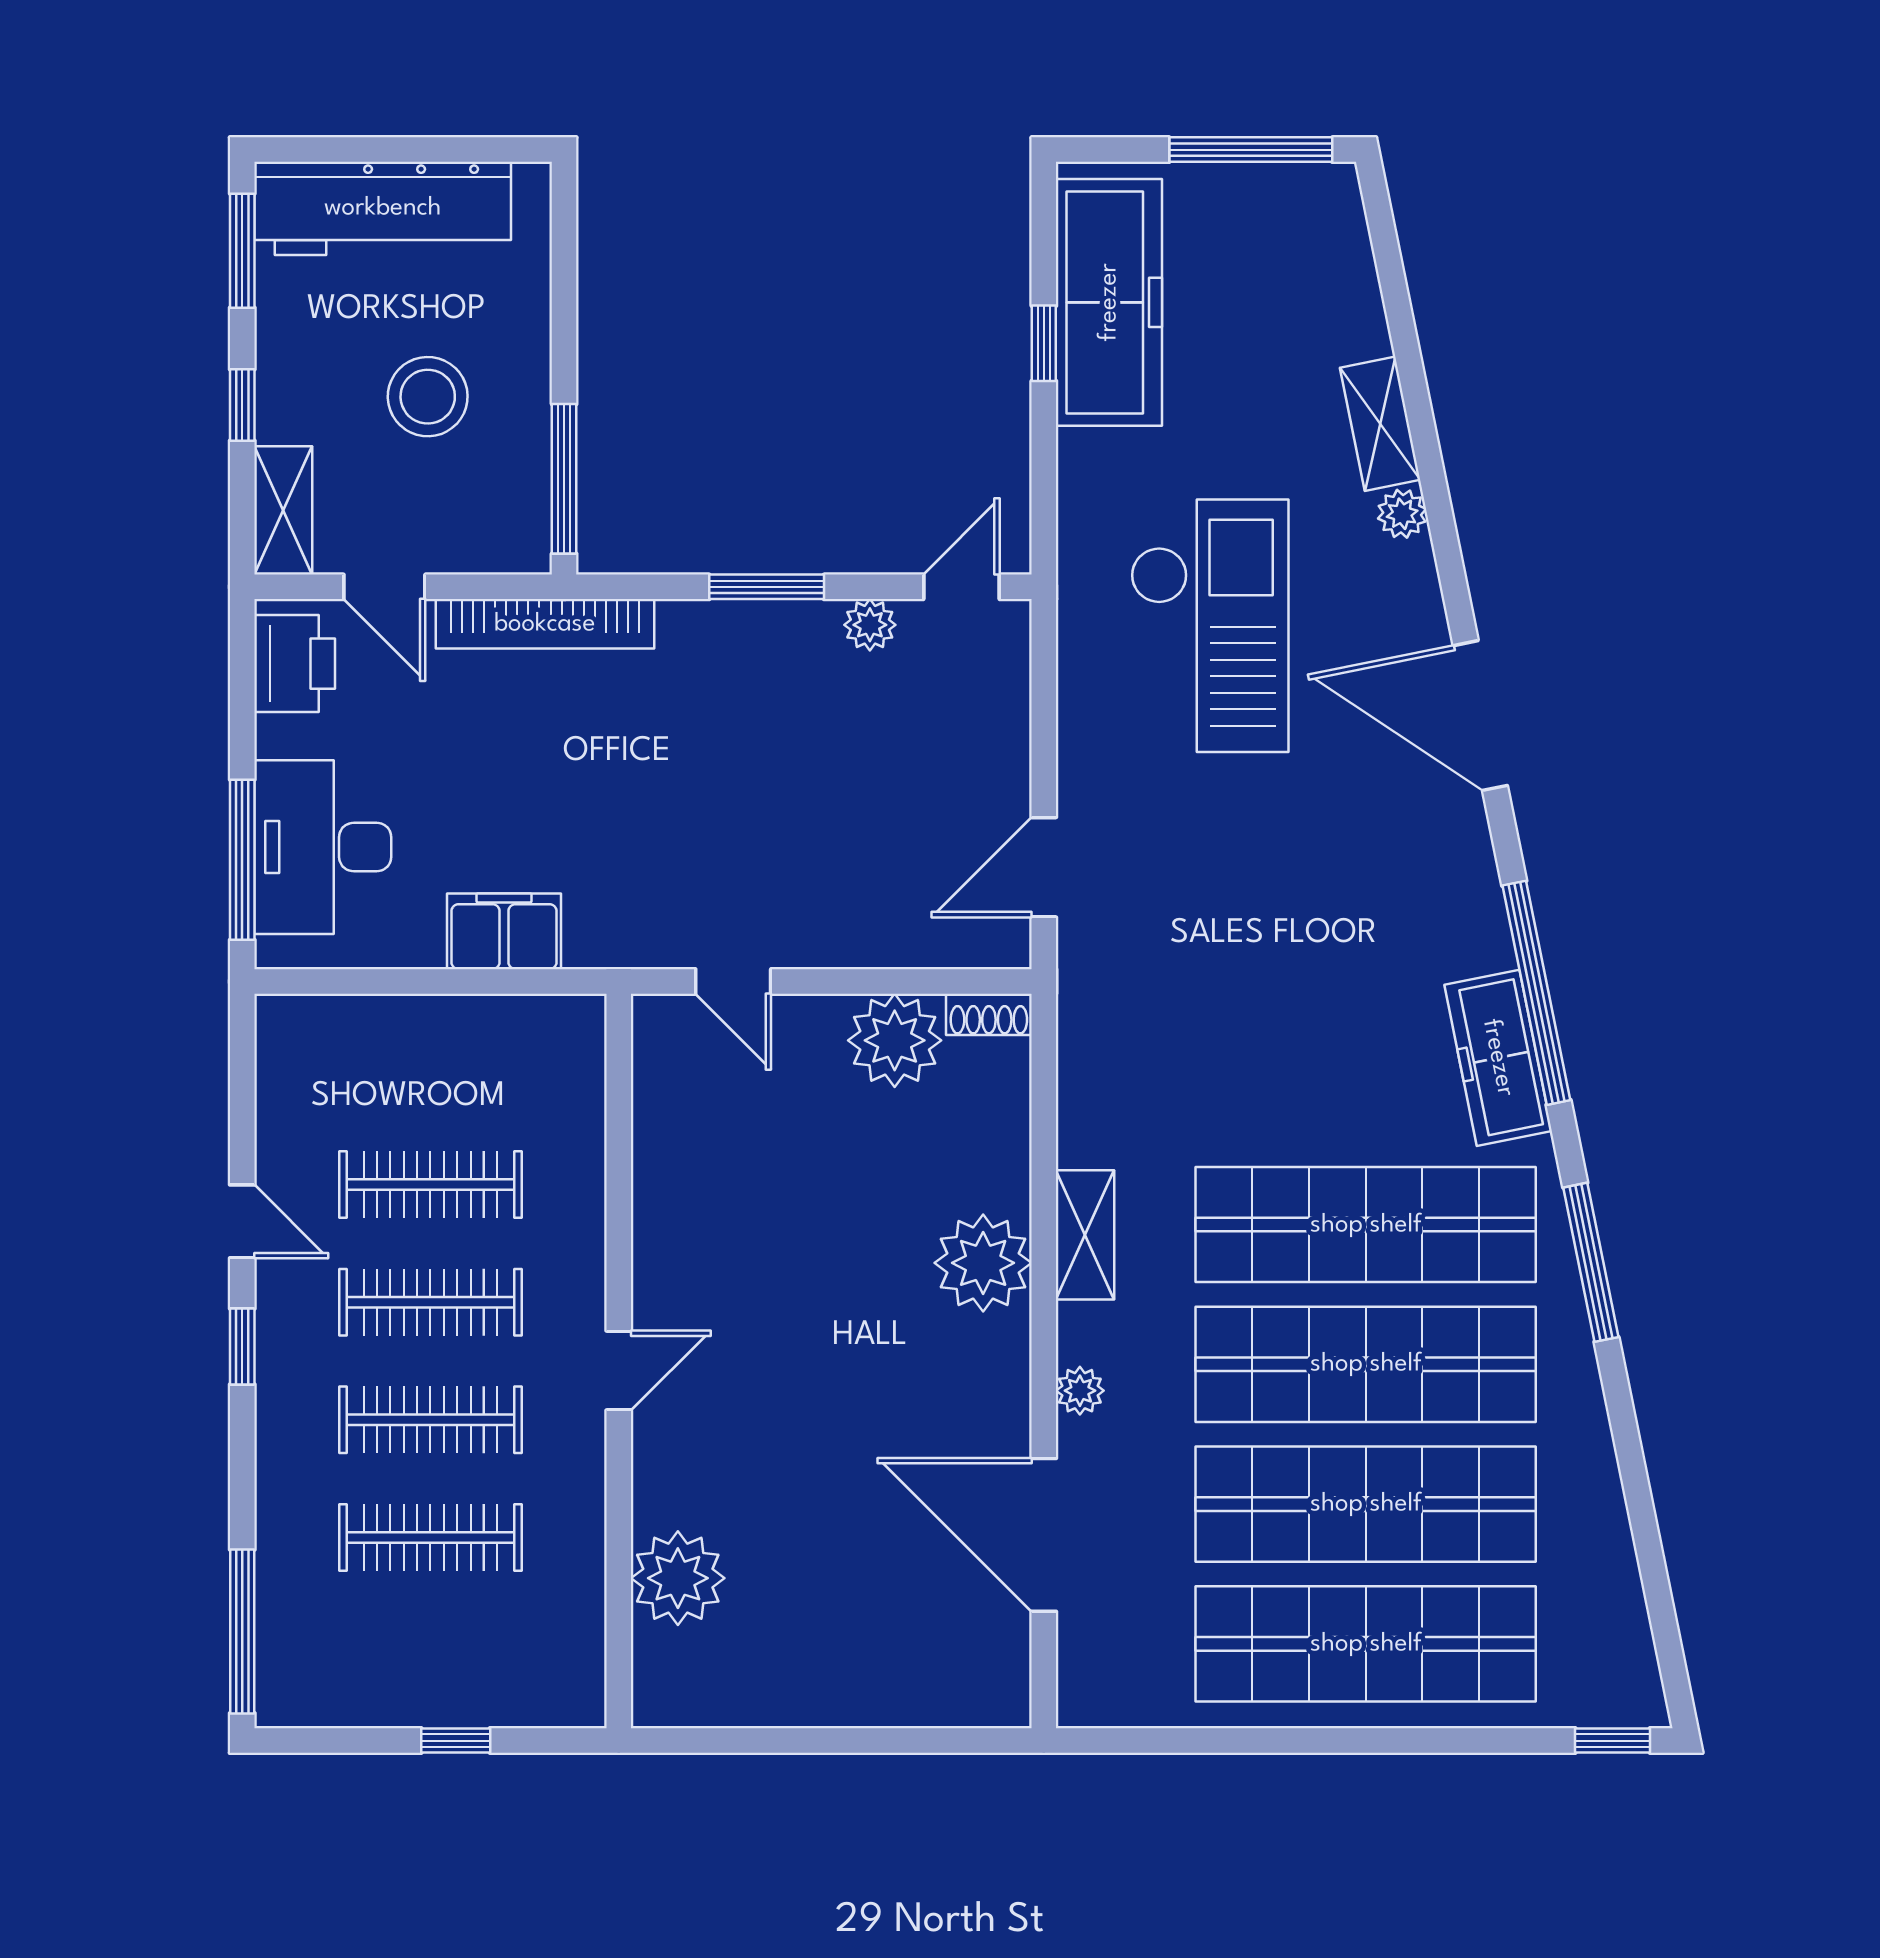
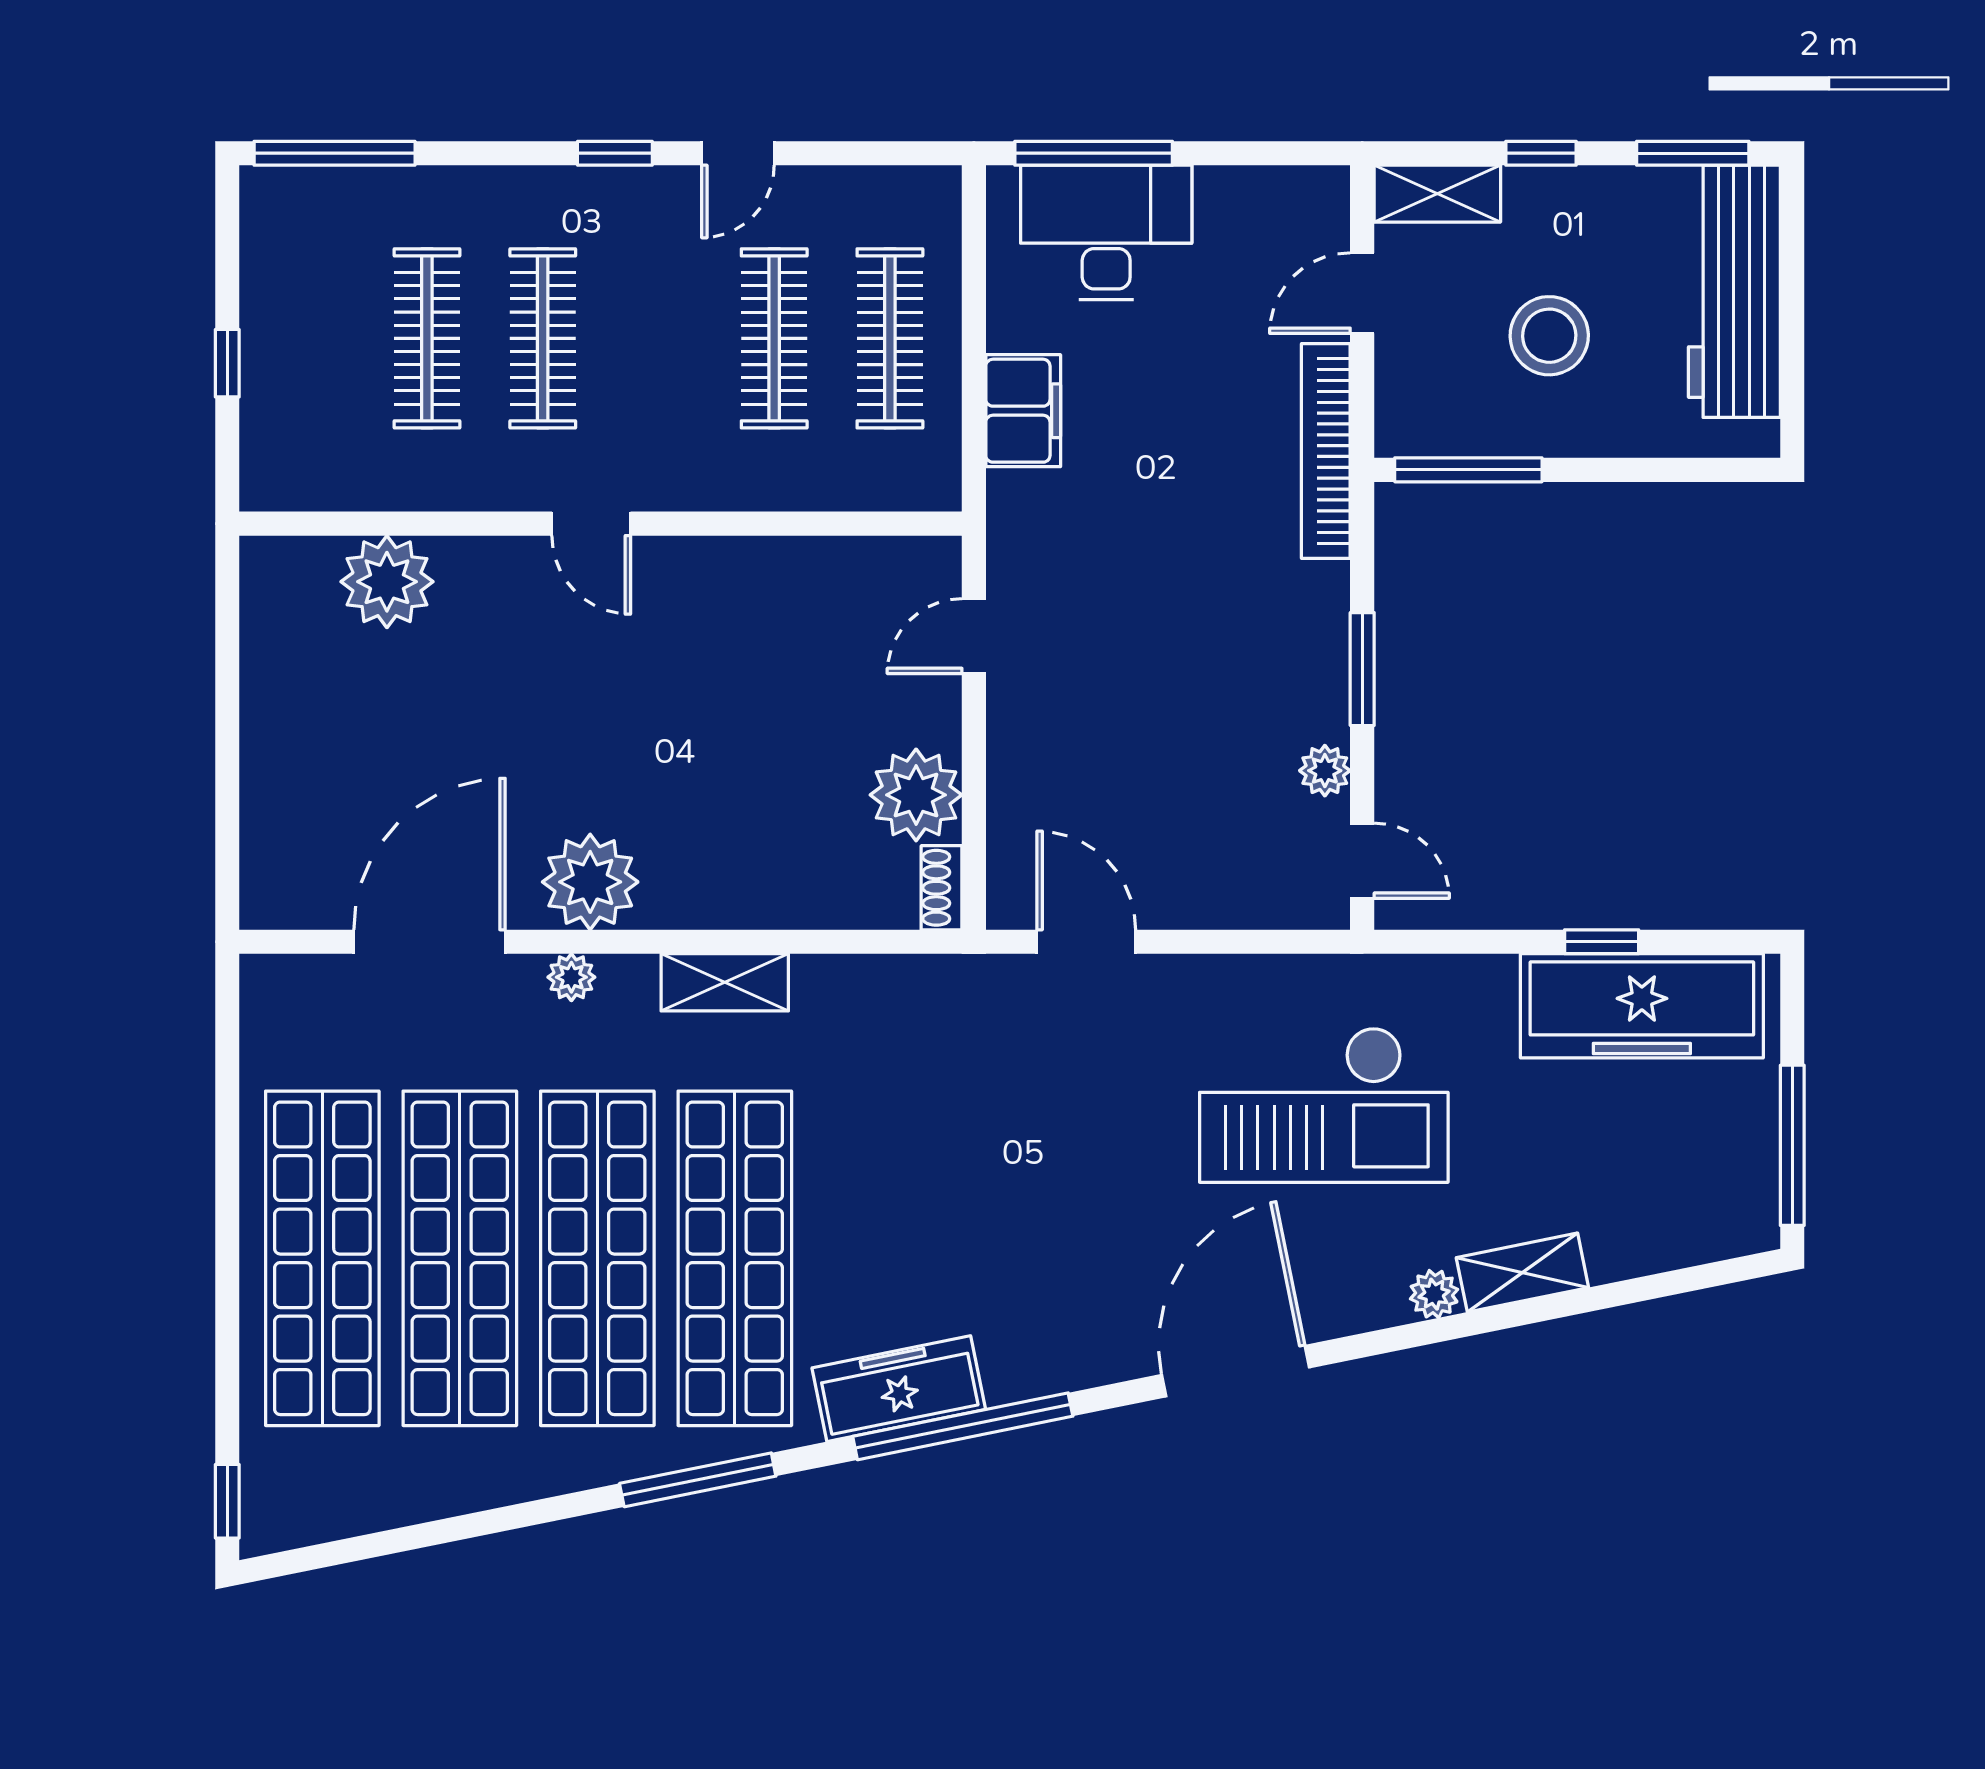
printer: (295, 664) -> (1287, 205), removed
plant: (983, 1263) -> (590, 882), moved
clothes rail: (430, 1302) -> (890, 338), moved

